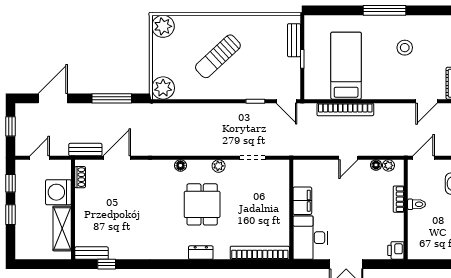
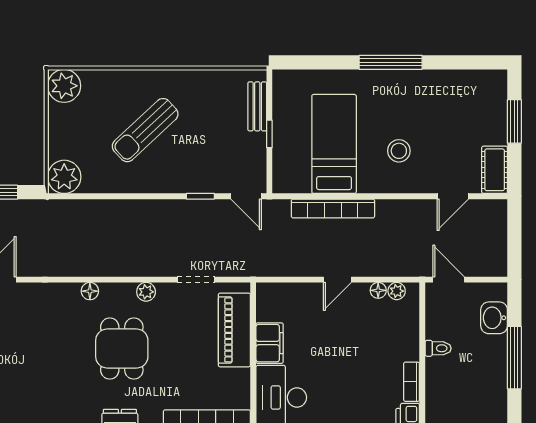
stool: (405, 48) -> (399, 151), moved
door: (424, 158) -> (449, 280), hinge flipped
piano: (278, 192) -> (234, 330), added
bookcase: (399, 199) -> (412, 382), moved

